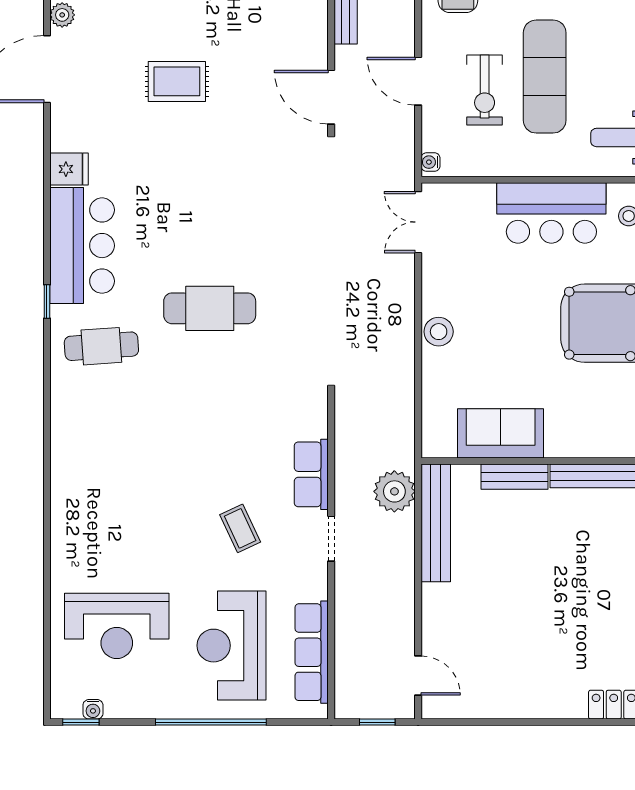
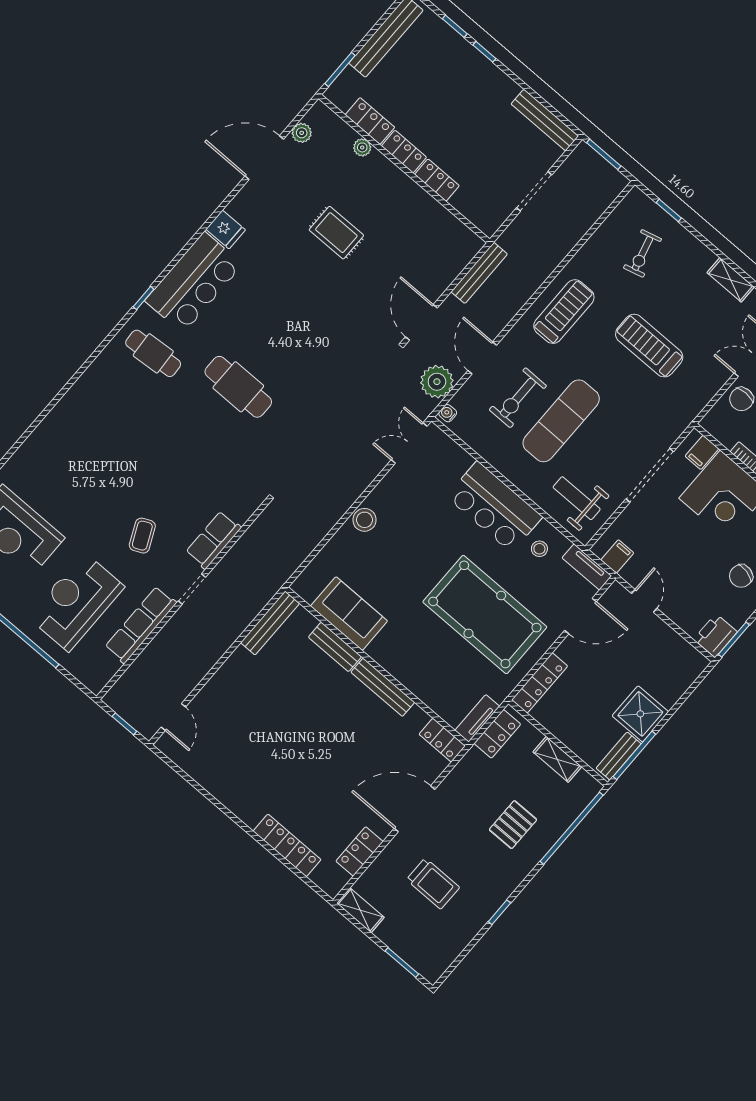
plant: (394, 491) -> (437, 382), moved
bench: (436, 523) -> (270, 623), width x0.73, depth x0.82
row of seats: (312, 652) -> (141, 625), moved

